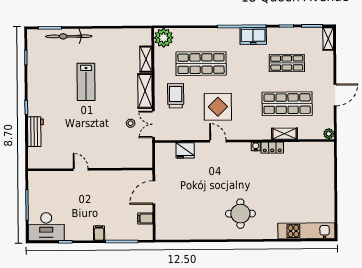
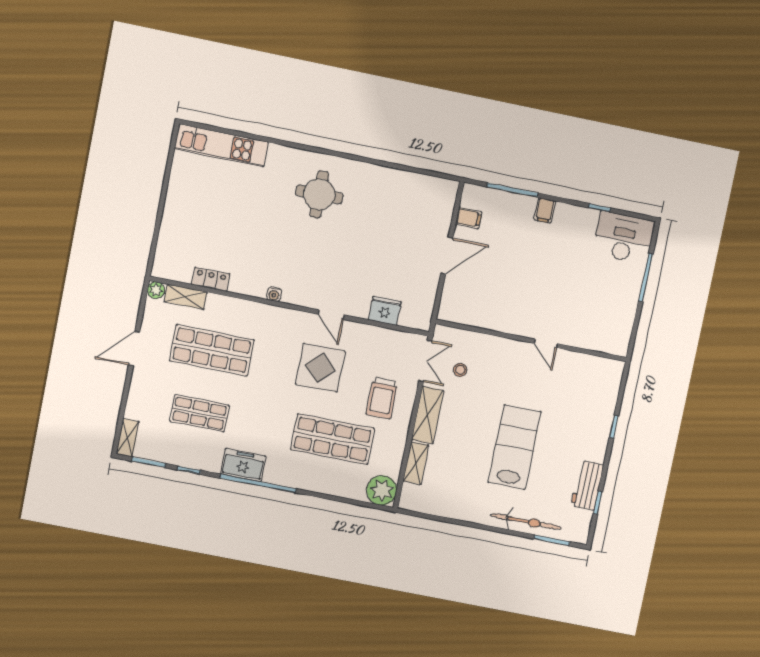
lab bench: (86, 82) -> (515, 447), width x1.36, depth x1.39
workbench: (35, 132) -> (587, 485), moved
shelving: (284, 134) -> (186, 297), moved
locker: (272, 148) -> (211, 279), moved
door: (81, 169) -> (546, 343), moved
wall: (90, 169) -> (531, 341), moved

